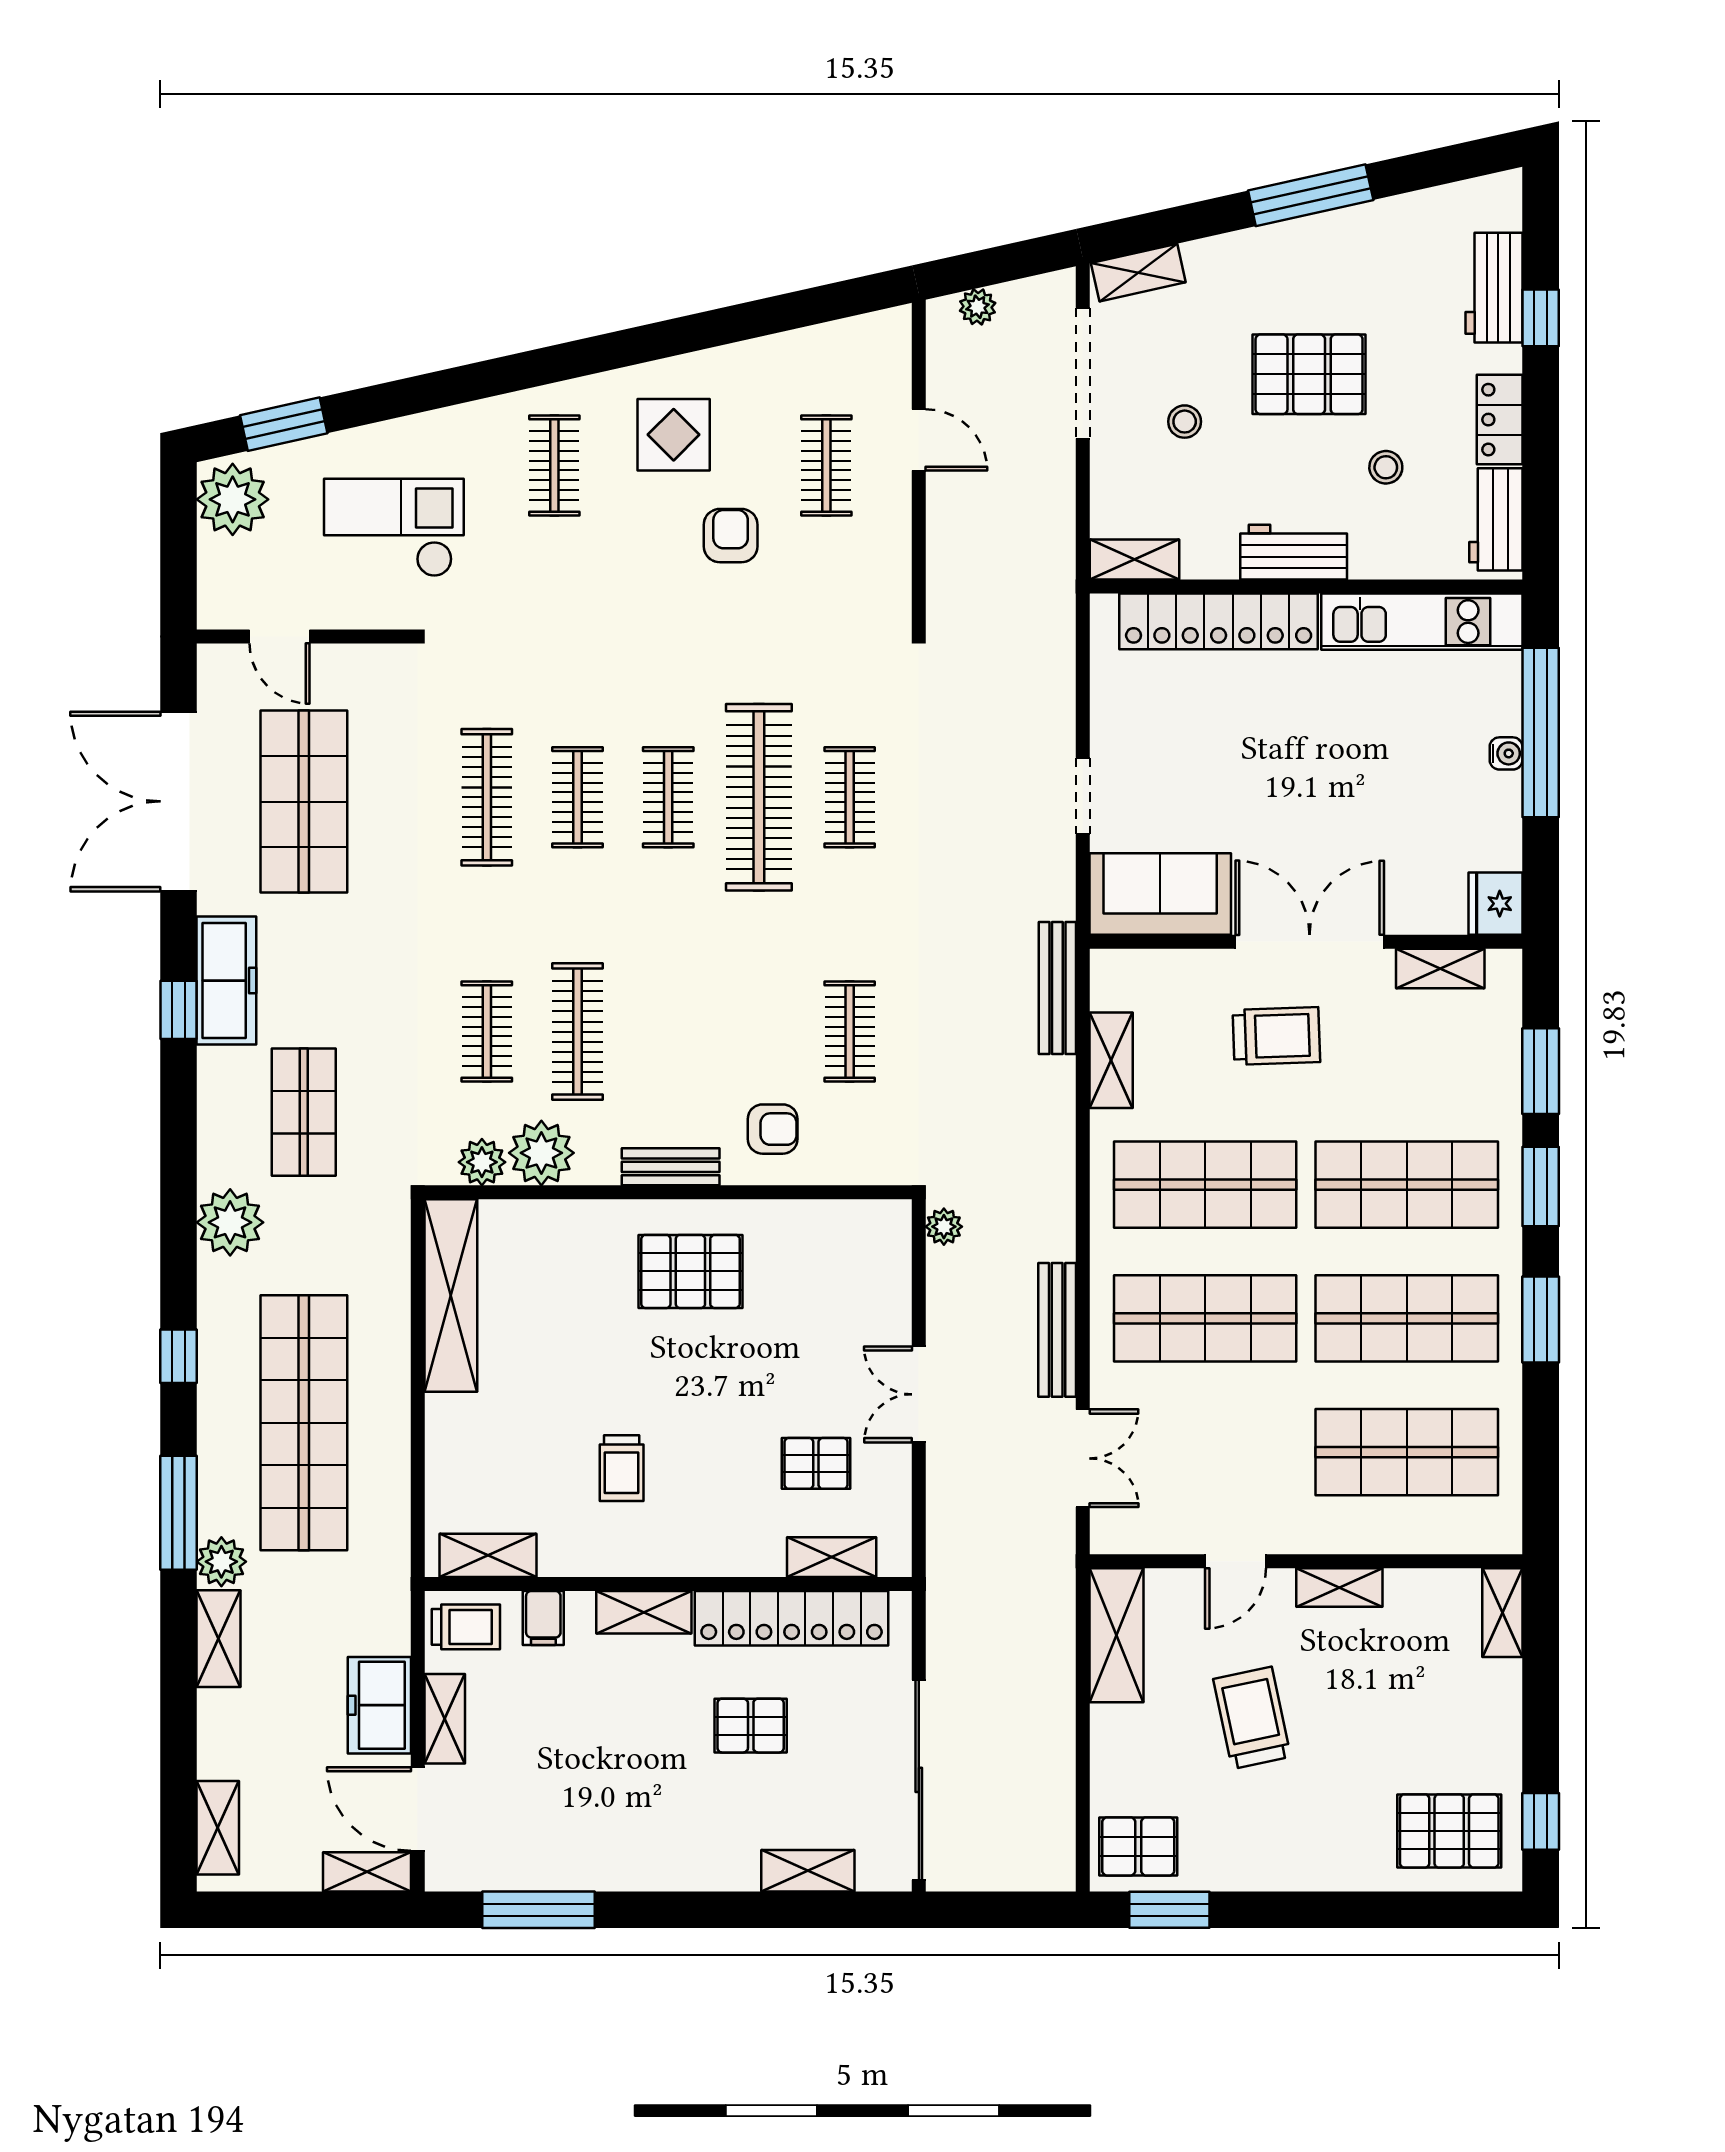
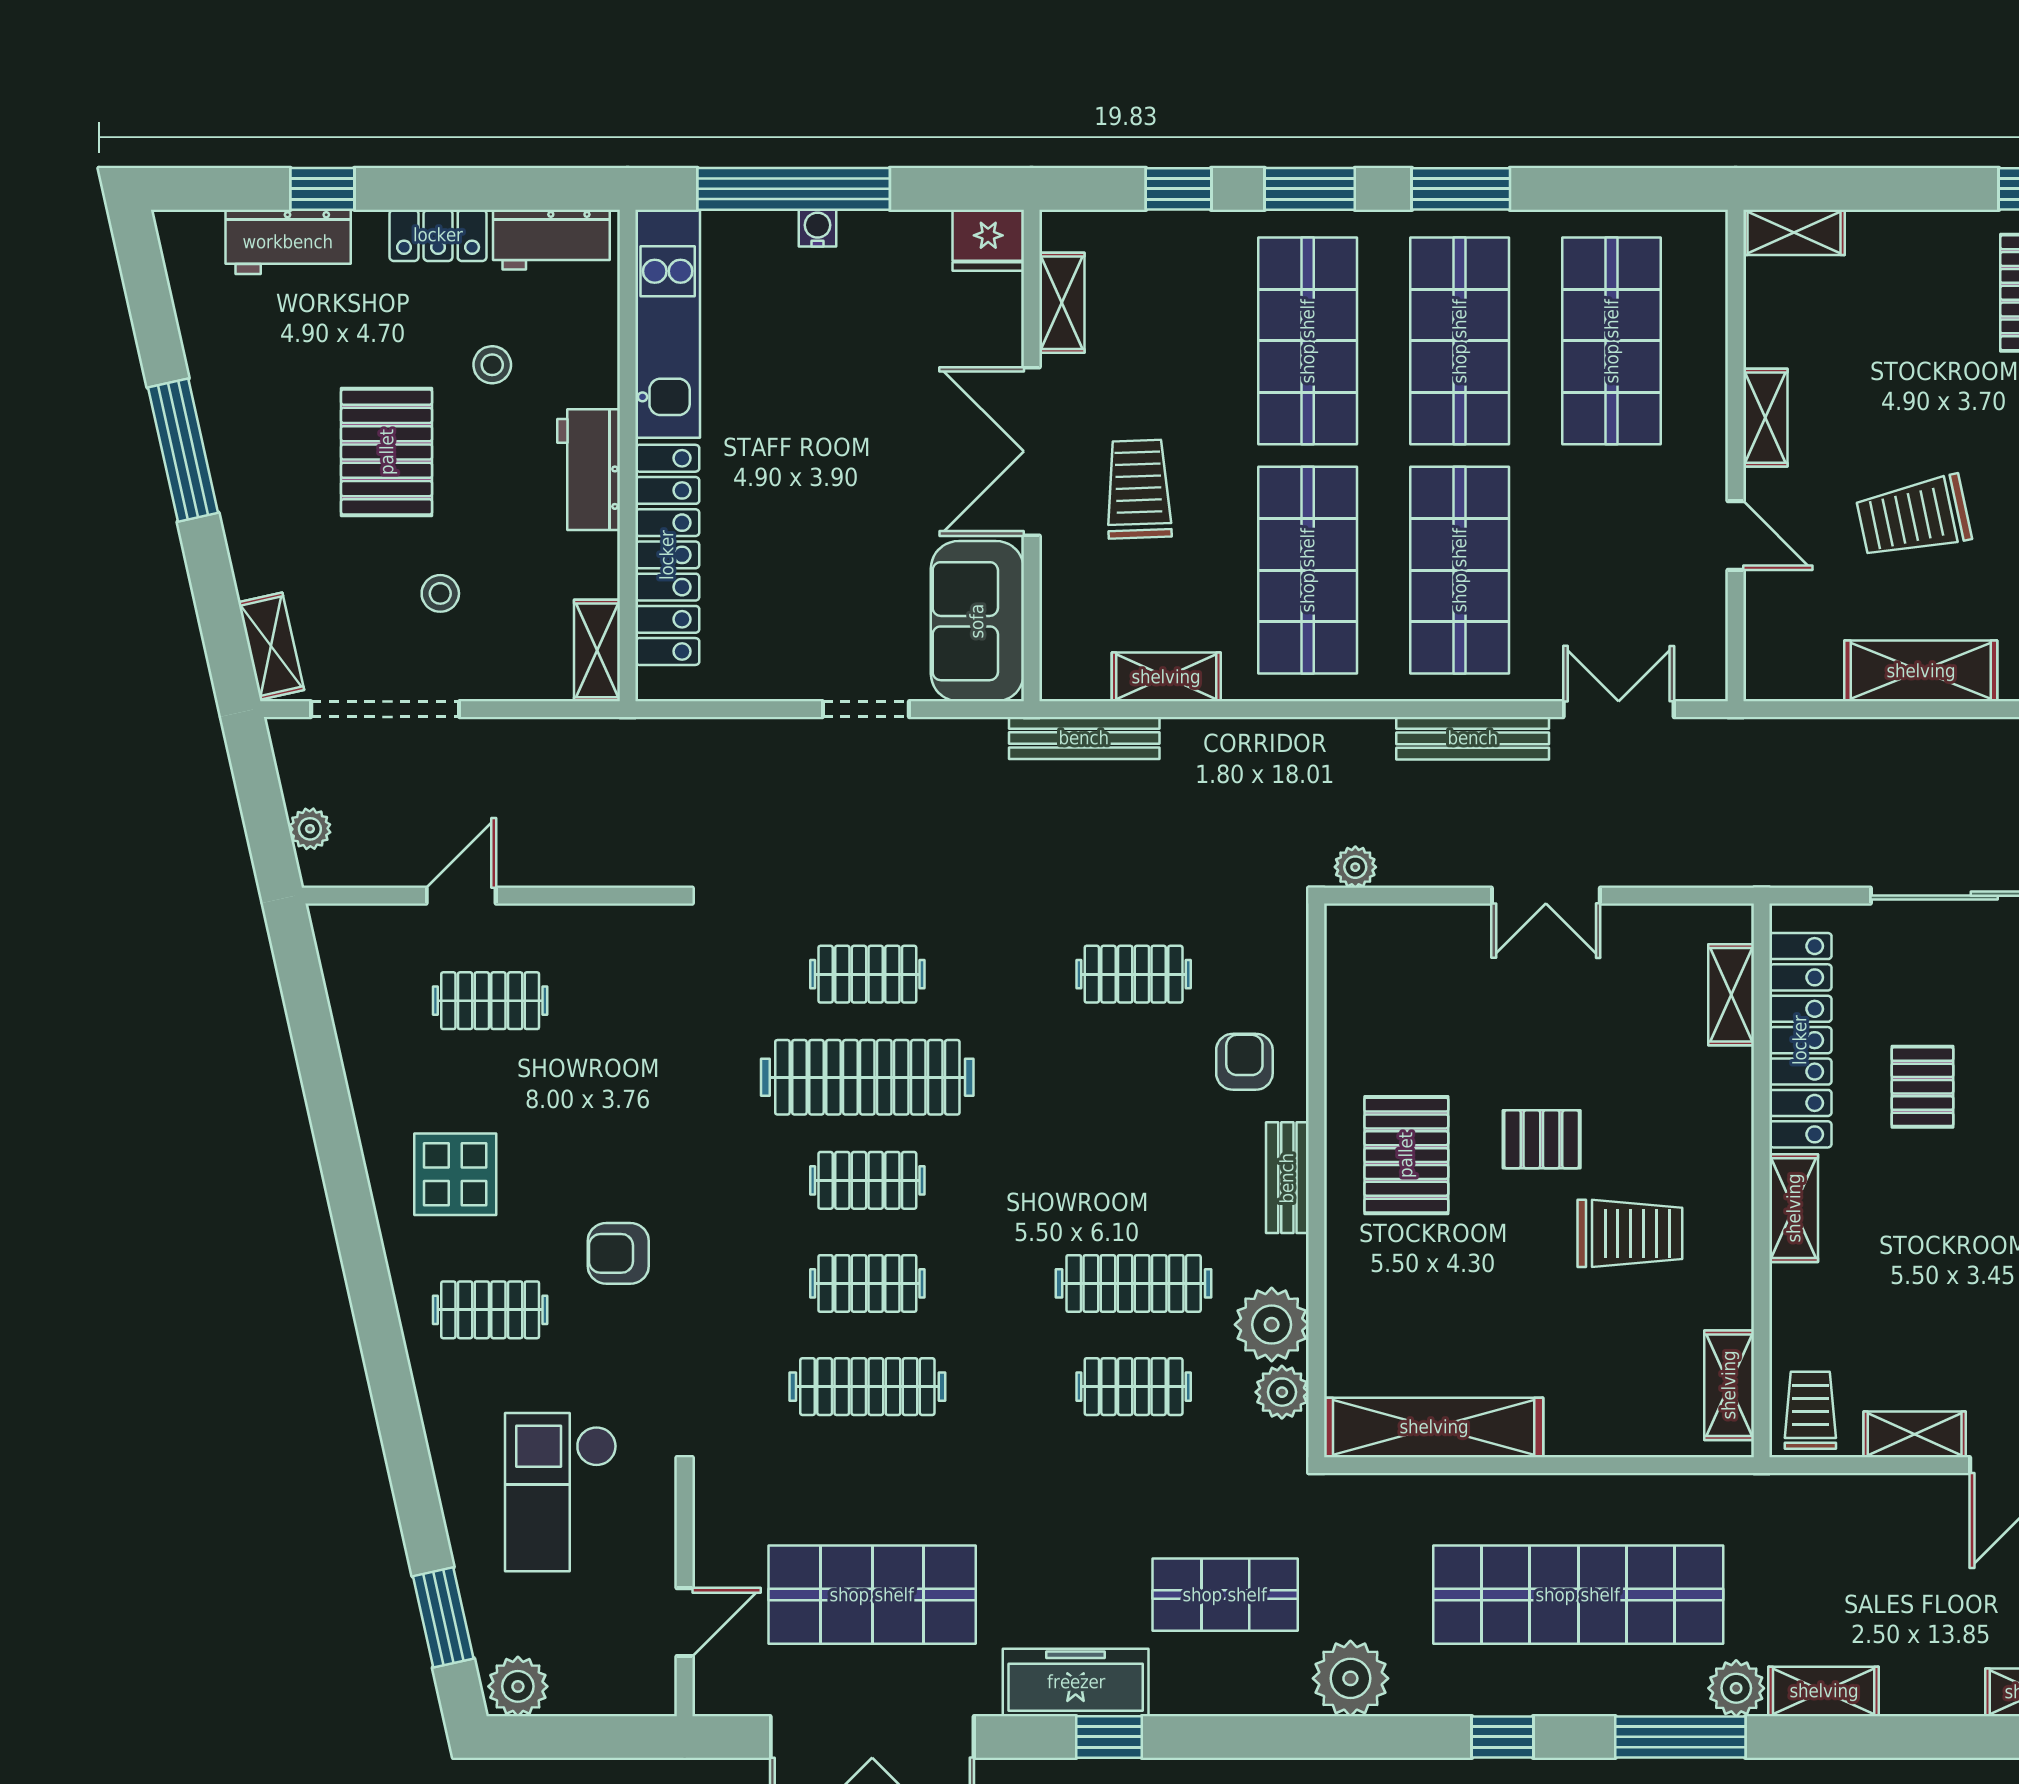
plant: (233, 499) -> (518, 1686), width x0.73, depth x0.73
armchair: (731, 536) -> (618, 1253), moved
window: (1541, 1071) -> (1178, 189), width x0.67
pallet: (816, 1463) -> (1542, 1139), moved, turned 90
trolley: (622, 1468) -> (1630, 1233), width x1.36, depth x1.39
filing cabinet: (543, 1618) -> (1800, 1322), removed
shelving: (1116, 1635) -> (1921, 671), moved
freezer: (379, 1705) -> (1899, 1509), removed

